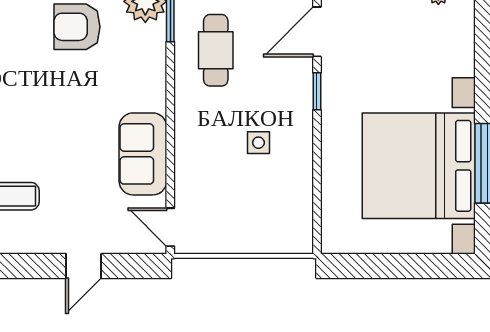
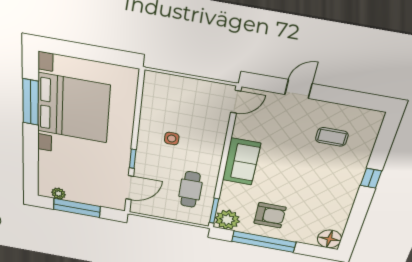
sofa: (143, 154) -> (241, 162), moved
door: (170, 227) -> (236, 102), hinge flipped

